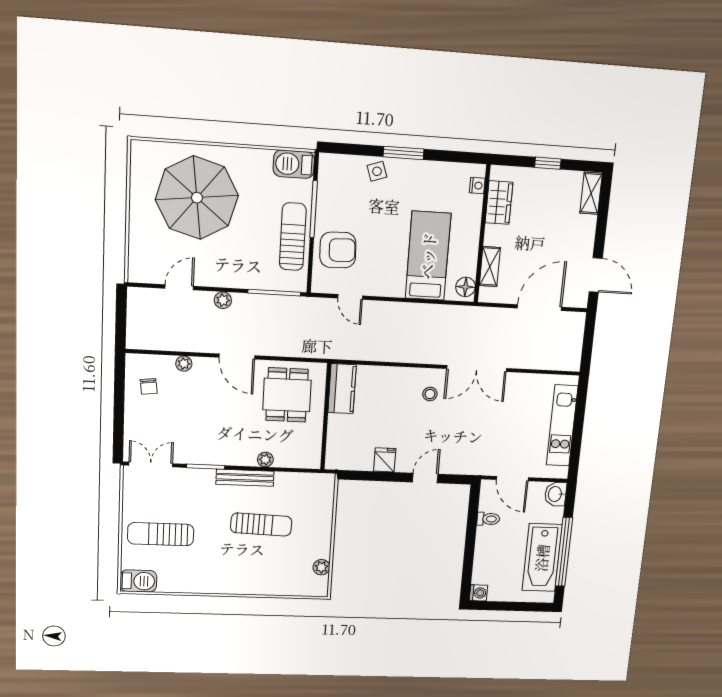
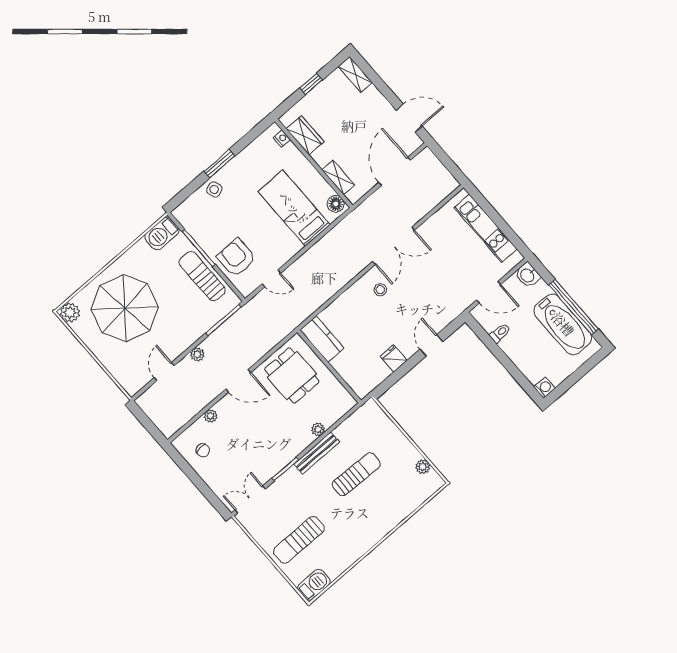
plant: (143, 153) -> (70, 313), added
armchair: (338, 250) -> (236, 258), turned -88

